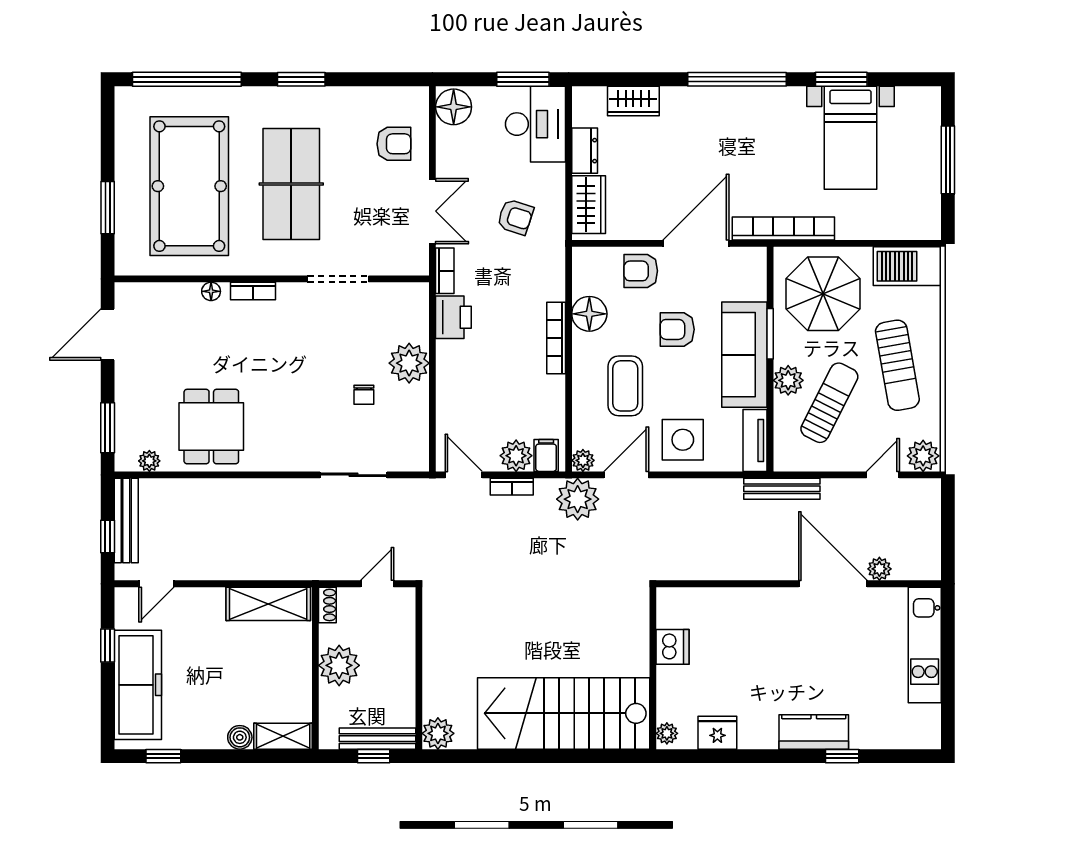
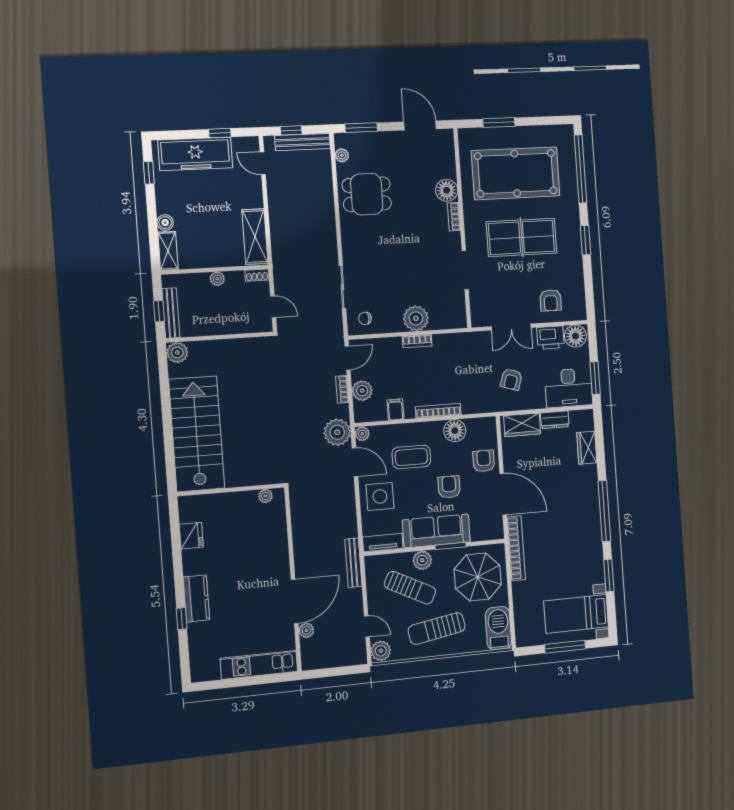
bed with nightstands: (851, 138) -> (576, 614), moved
bookcase: (445, 271) -> (417, 341), moved
floor lamp: (211, 291) -> (447, 190), width x1.89, depth x1.89
printer: (453, 317) -> (550, 338), moved
chair: (364, 395) -> (365, 318), moved
filing cabinet: (546, 455) -> (396, 409), moved, turned -90
dishwasher: (673, 647) -> (246, 501), removed
plant: (339, 665) -> (217, 279), width x0.53, depth x0.53
plant: (667, 733) -> (265, 496), moved

